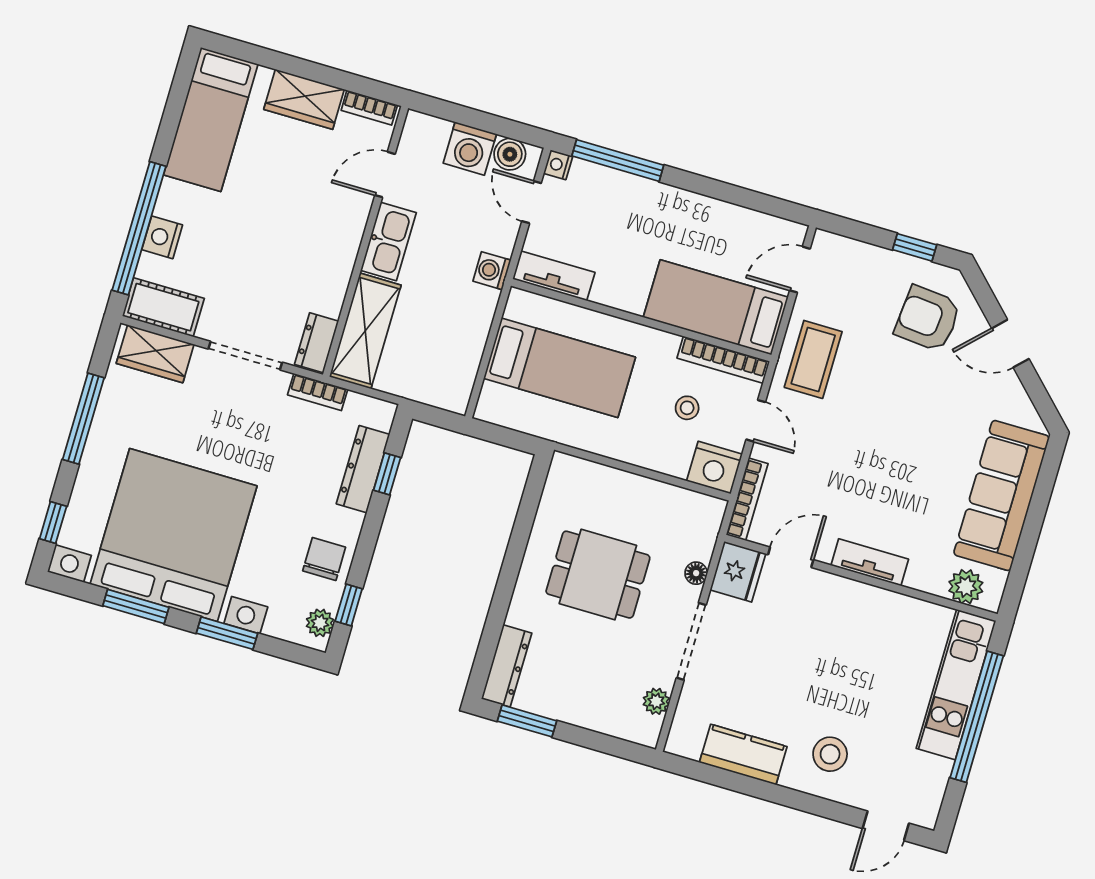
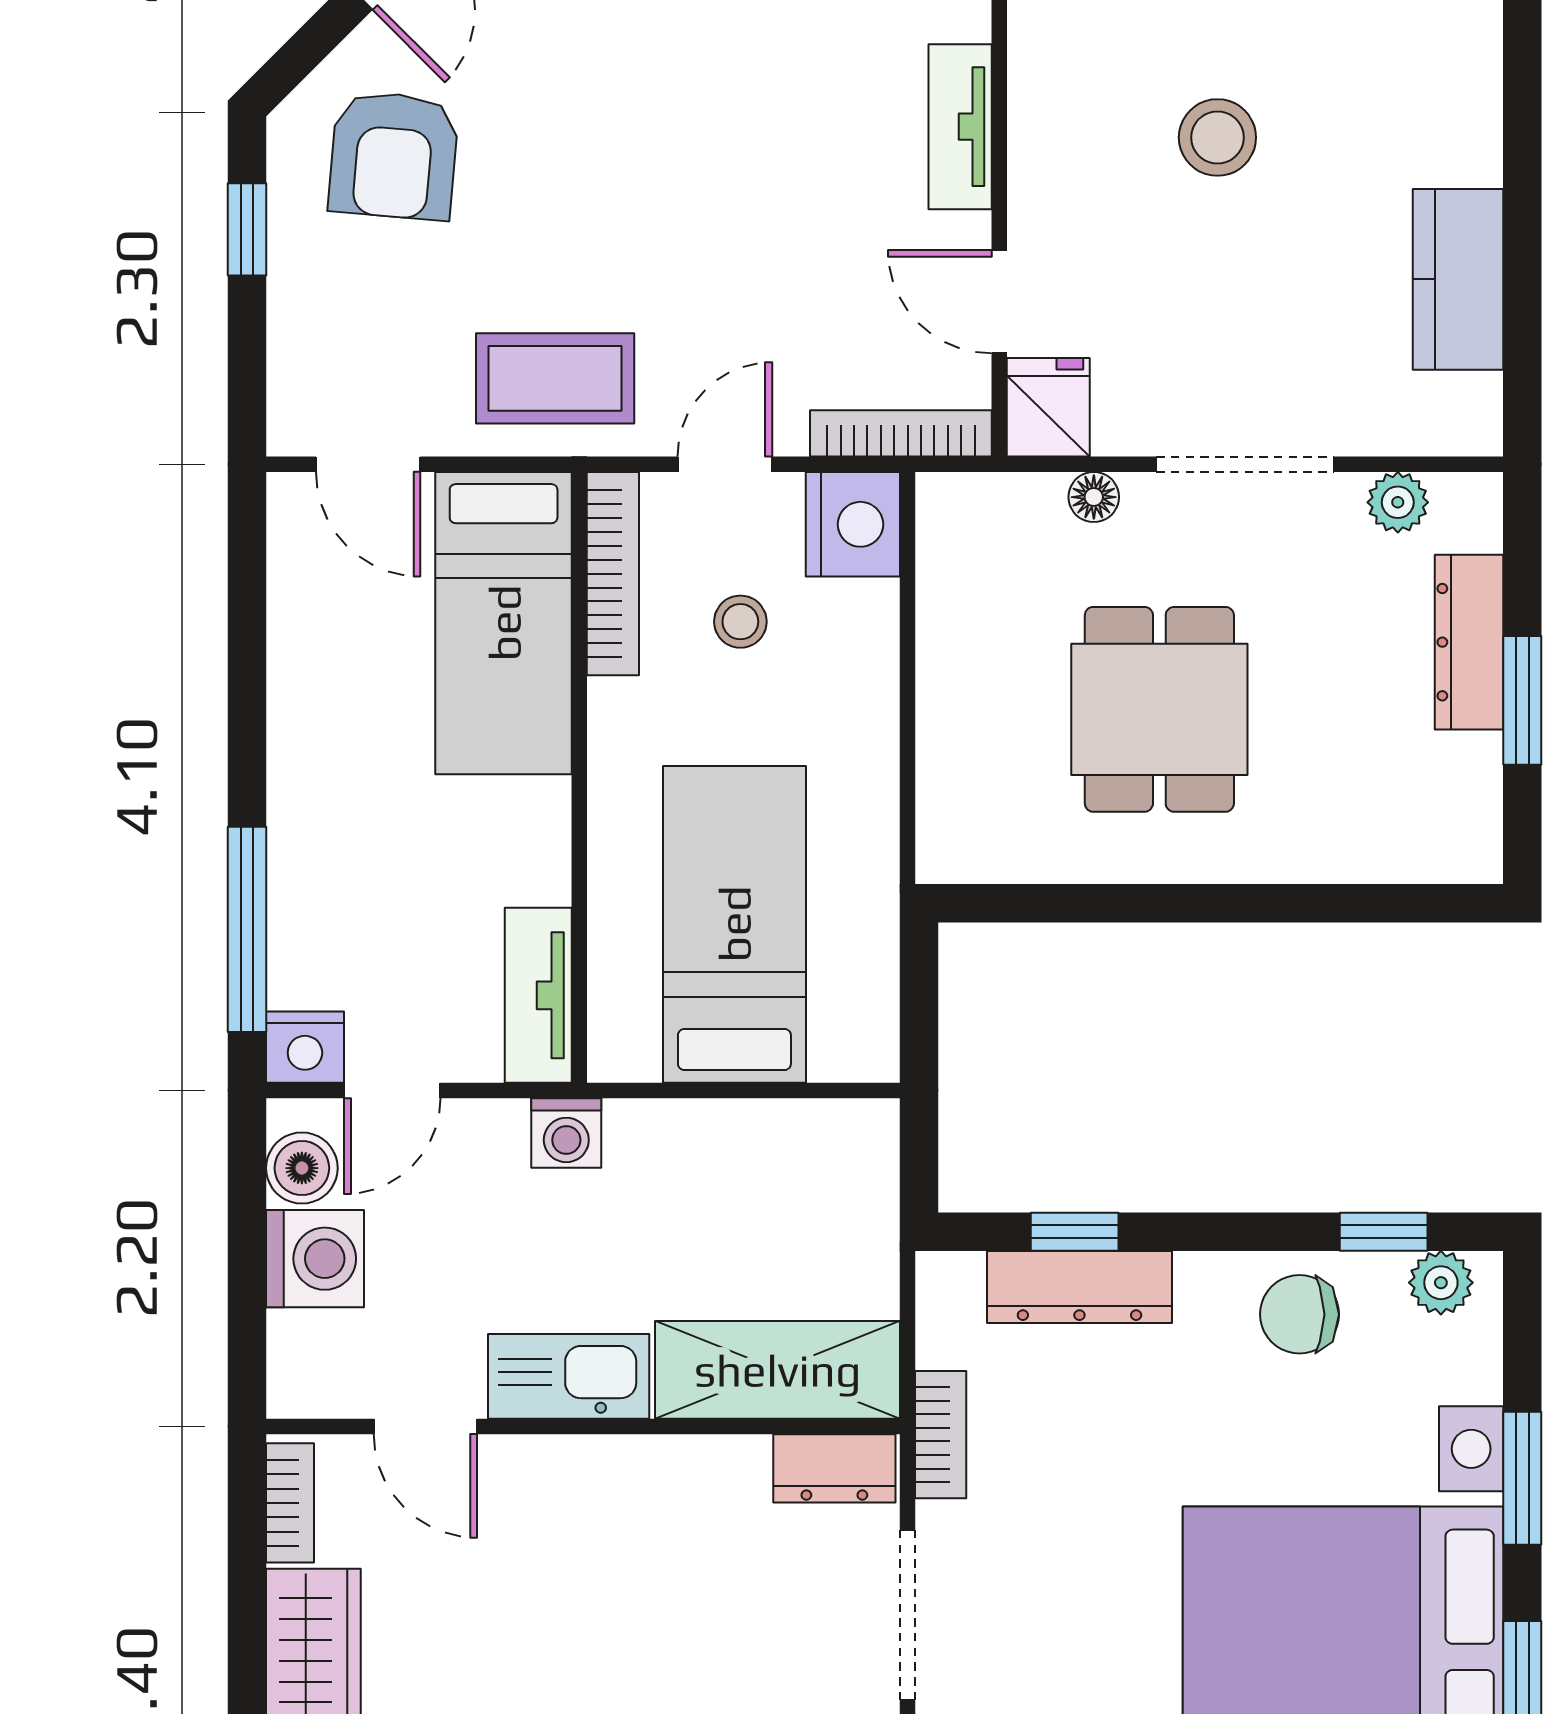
nightstand: (558, 165) -> (305, 1047), width x1.39, depth x1.35
fridge: (738, 572) -> (1048, 407), width x0.72
dresser: (507, 666) -> (1469, 642), moved, turned -90
window: (527, 721) -> (1522, 700), moved
stool: (830, 754) -> (1217, 137), moved

